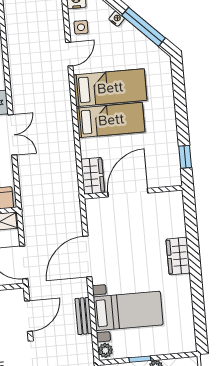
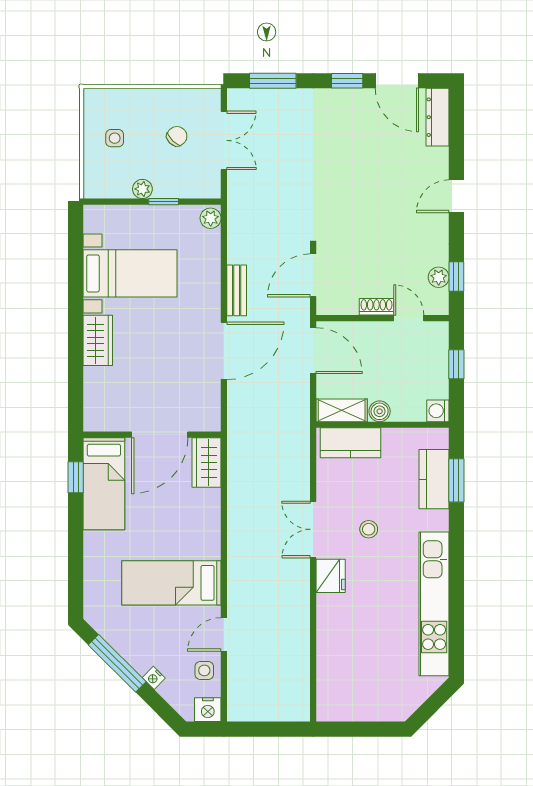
bed: (111, 120) -> (104, 484), moved, turned -90
bed with nightstands: (128, 311) -> (130, 273), moved, turned 180
bench: (84, 316) -> (237, 290), moved

